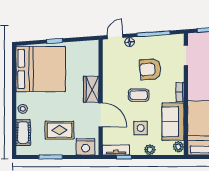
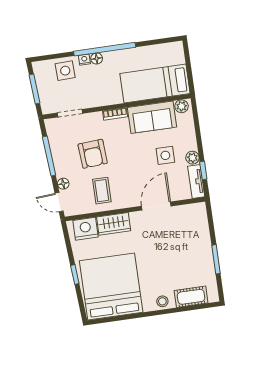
wardrobe: (91, 89) -> (114, 224), moved
coffee table: (139, 95) -> (102, 191), moved
rug: (59, 130) -> (182, 253), removed
nightstand: (86, 147) -> (86, 229), moved, turned -90
plant: (150, 150) -> (192, 158), moved

